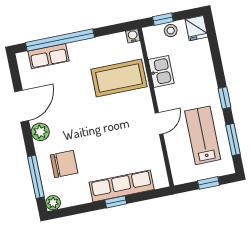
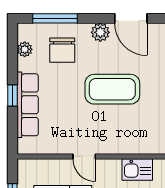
coffee table: (119, 78) -> (112, 89), moved, turned 90
plant: (53, 203) -> (25, 49), moved

